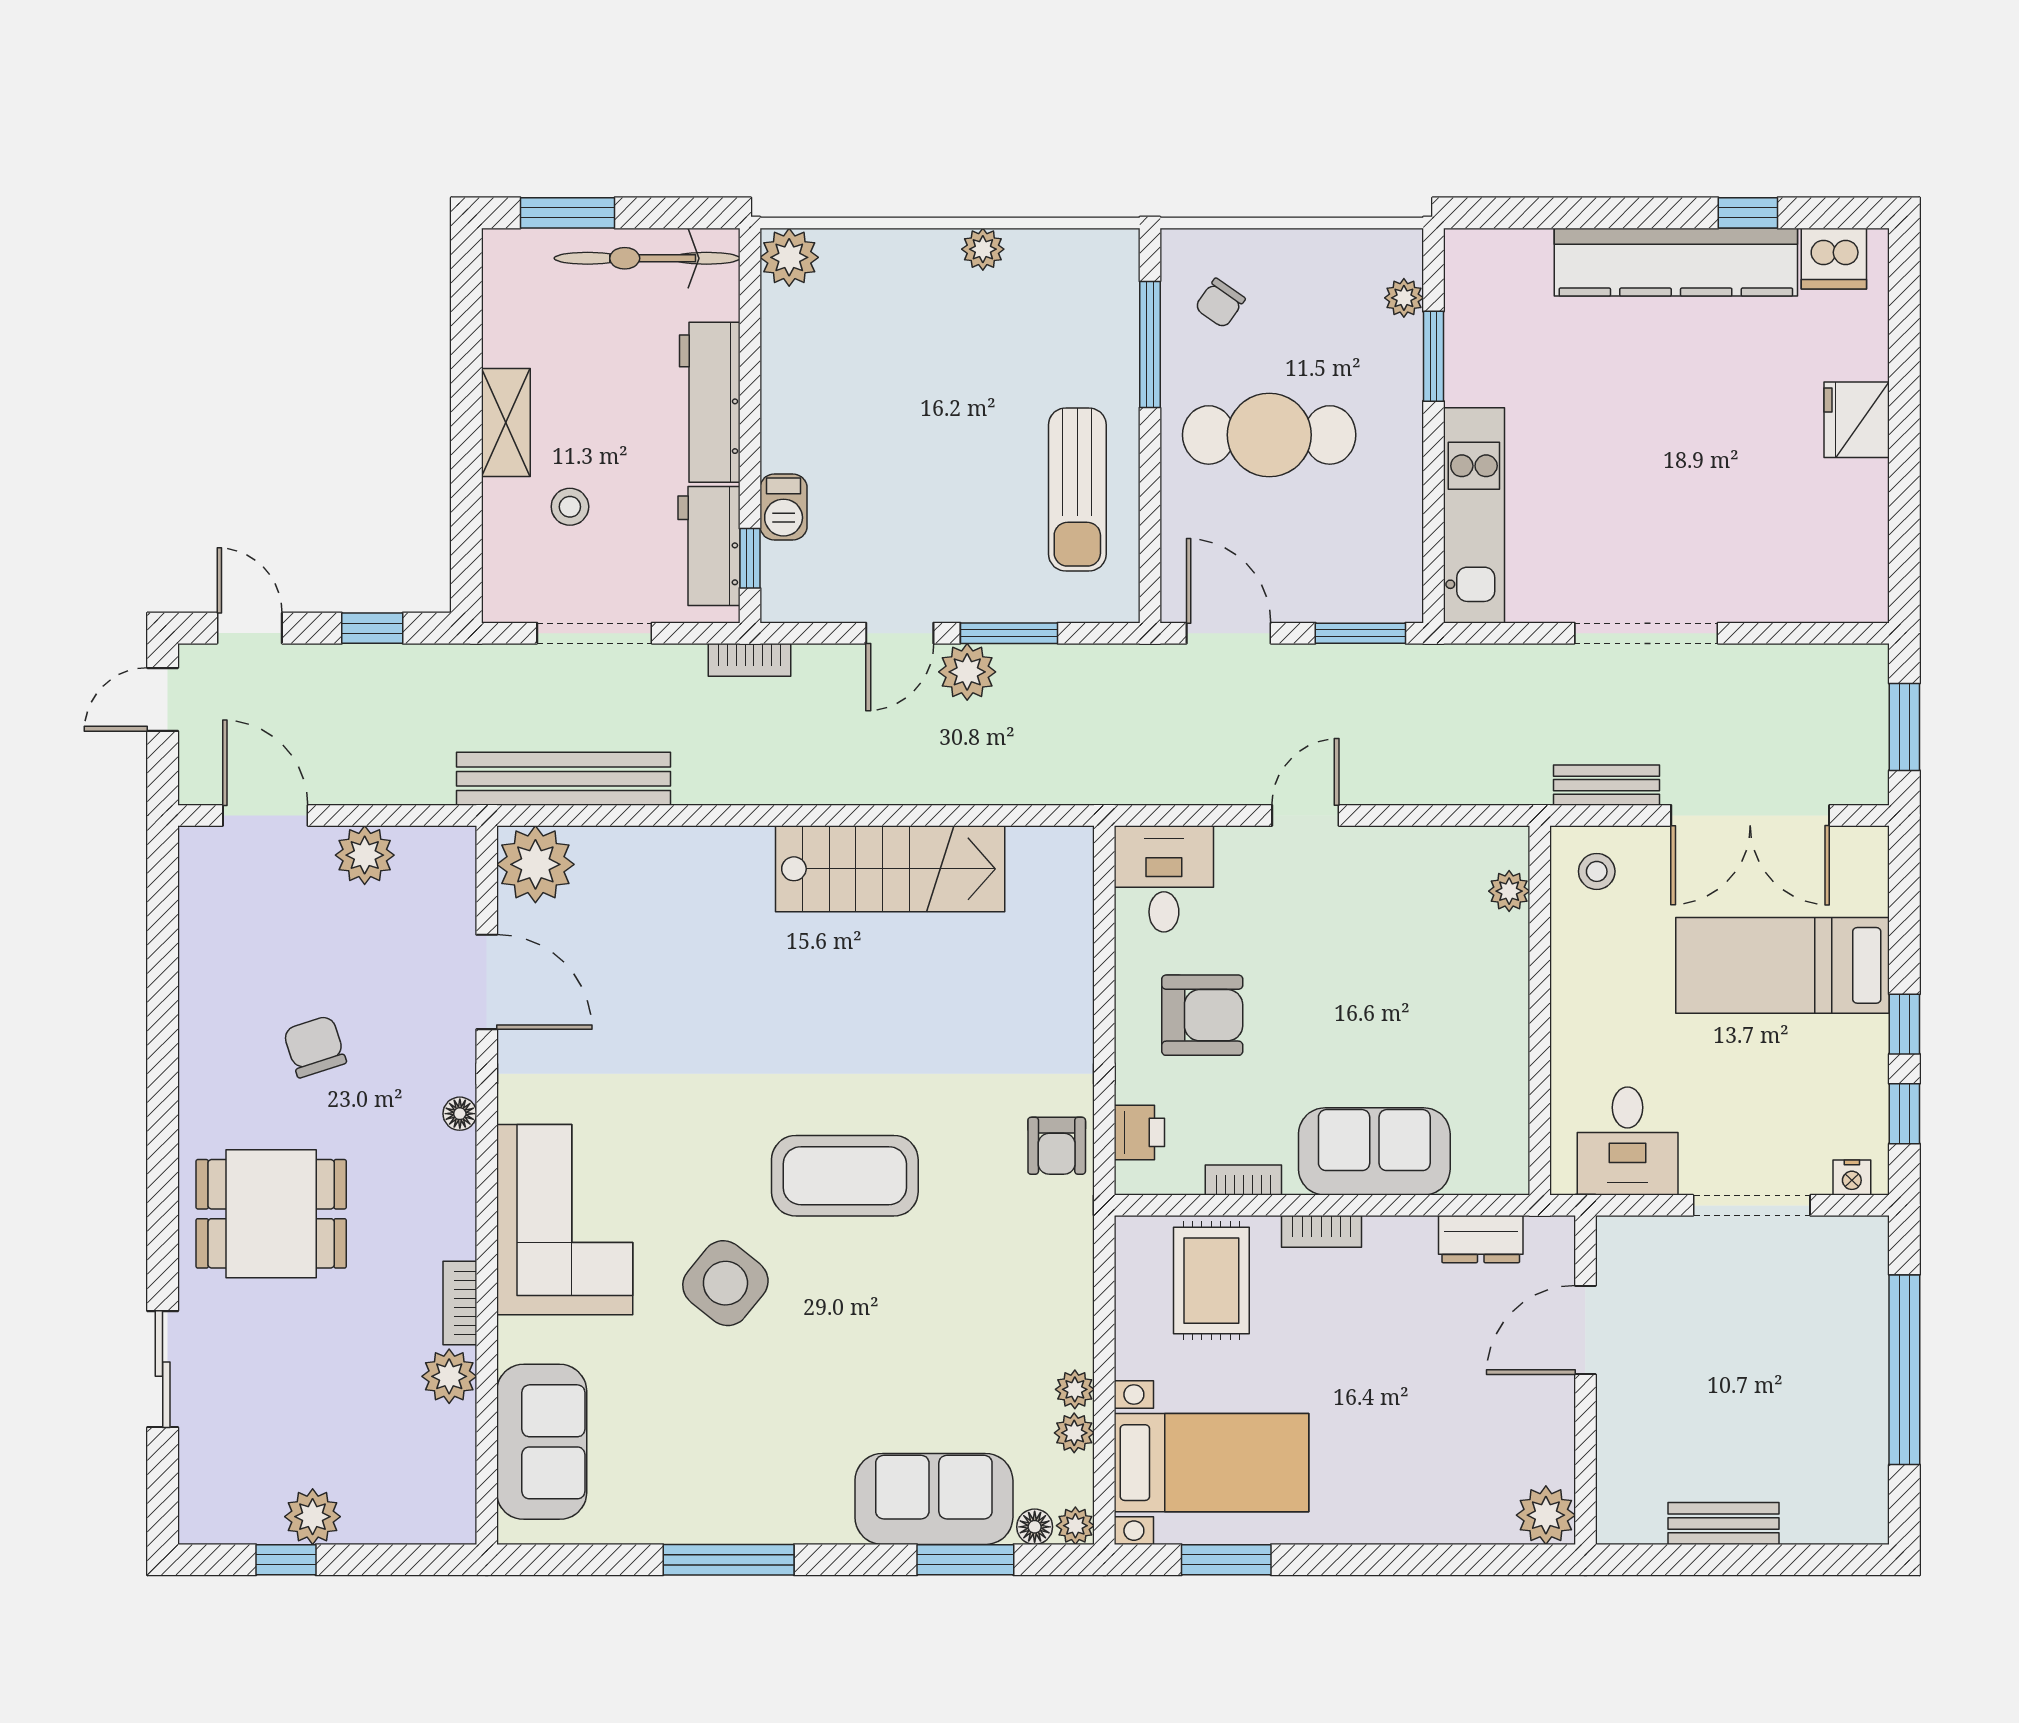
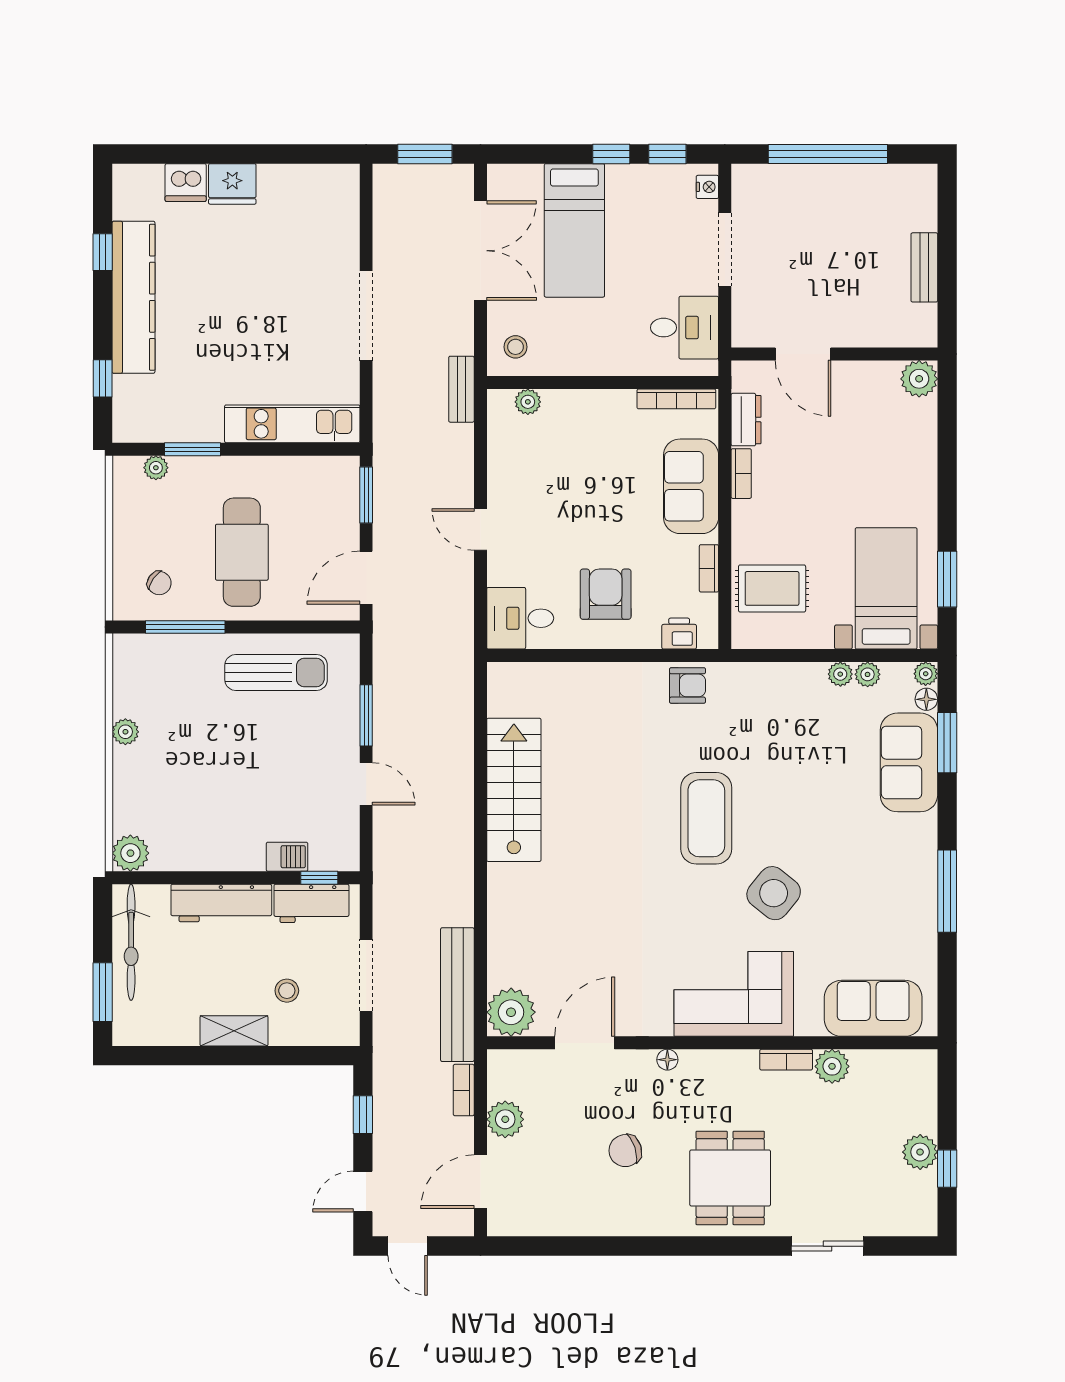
window: (1546, 213) -> (103, 378), added
dishwasher: (1834, 259) -> (186, 183), moved, turned 90
bookcase: (749, 660) -> (464, 1090), moved, turned 180
plant: (967, 672) -> (390, 742), removed
bench: (1607, 785) -> (461, 389), moved
bookcase: (1514, 1128) -> (676, 399), added
bookcase: (1321, 1231) -> (741, 474), moved

